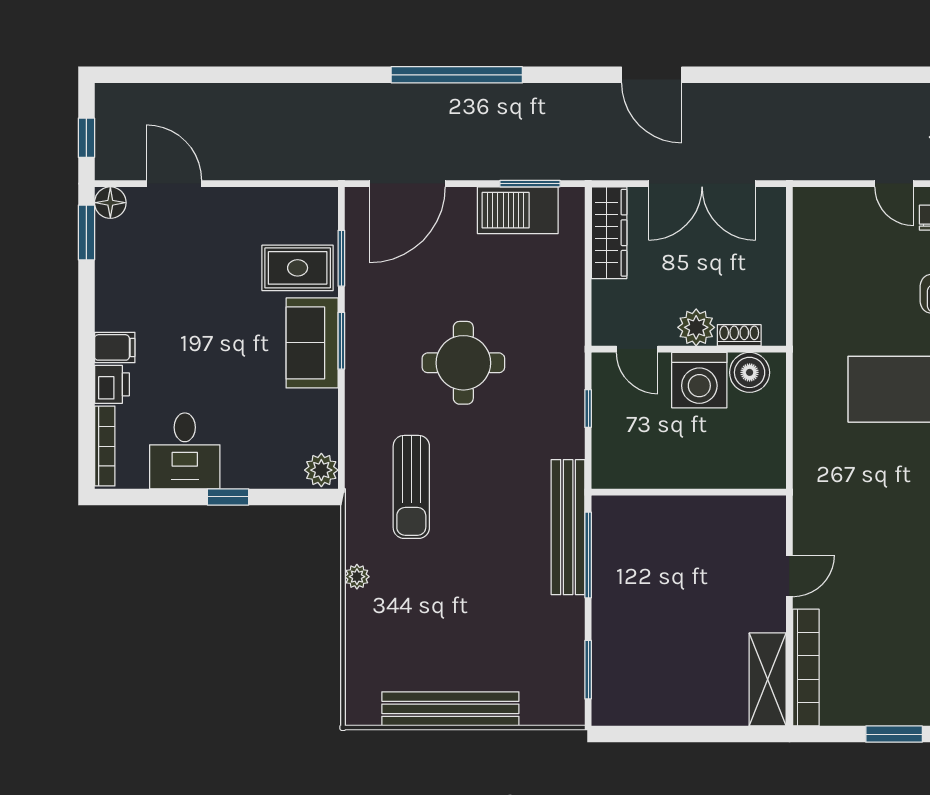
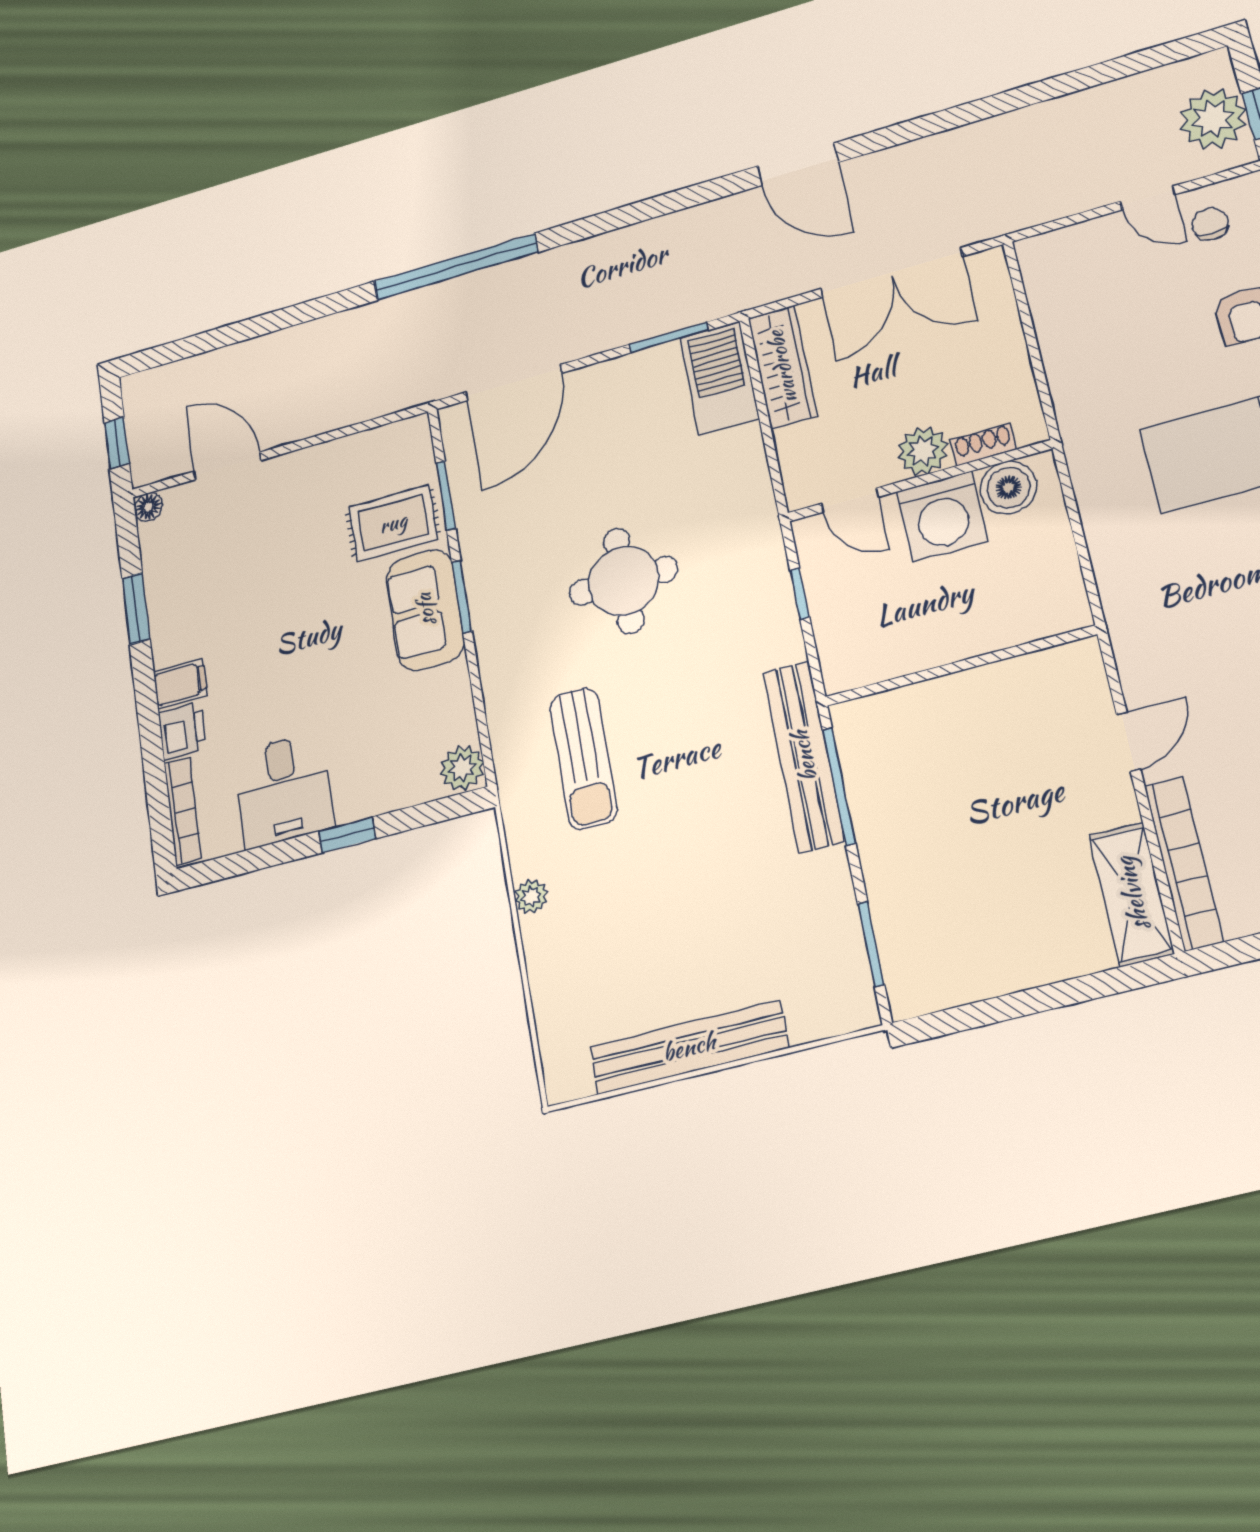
window: (457, 75) -> (456, 267), moved
floor lamp: (110, 203) -> (148, 507), width x0.73, depth x0.73
barbecue: (518, 210) -> (719, 378), moved, turned 90
window: (86, 233) -> (136, 609), moved

